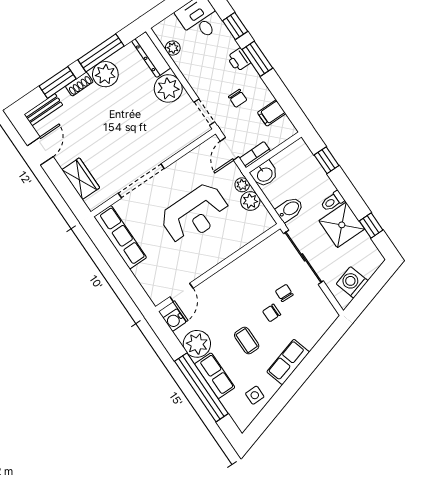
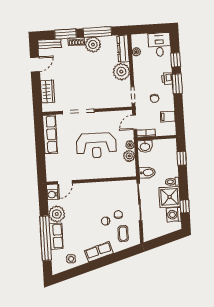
washing machine: (352, 282) -> (174, 215), moved, turned -74
coffee table: (247, 341) -> (123, 234), moved

